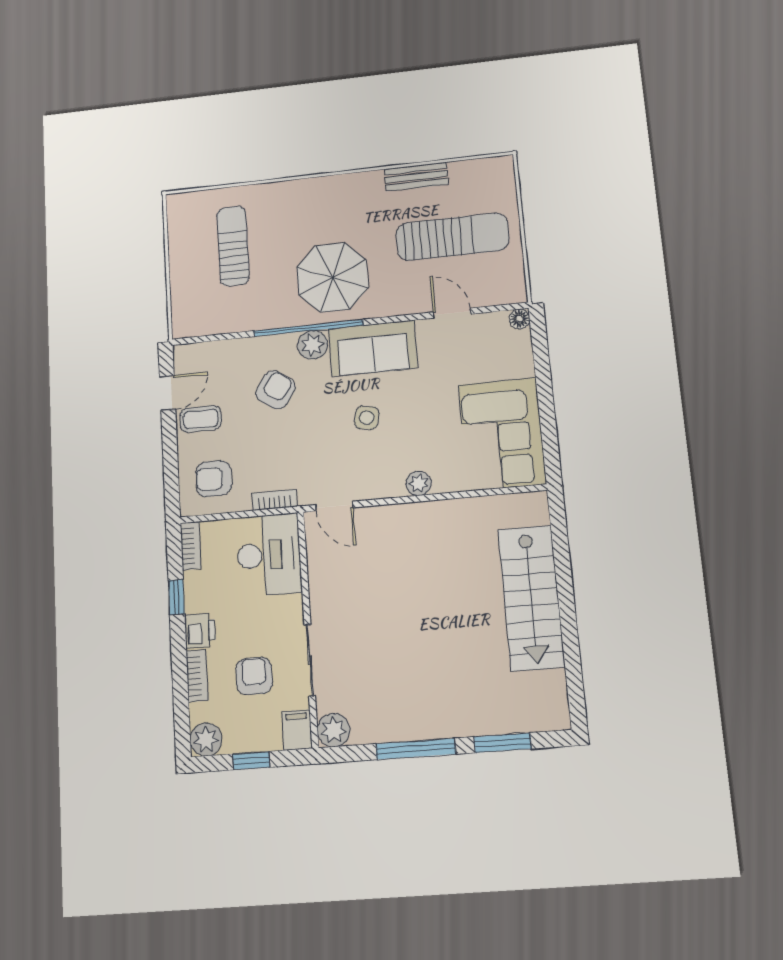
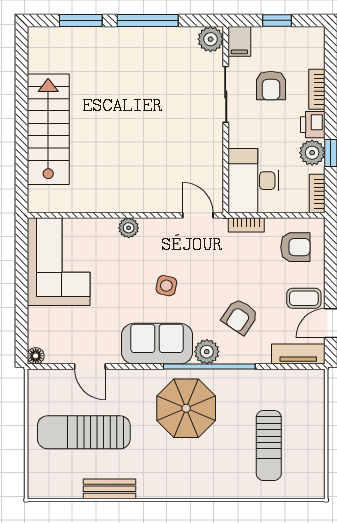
tv unit: (204, 353) -> (298, 354), added
plant: (206, 739) -> (312, 153), moved

